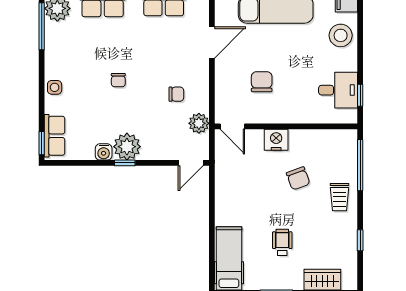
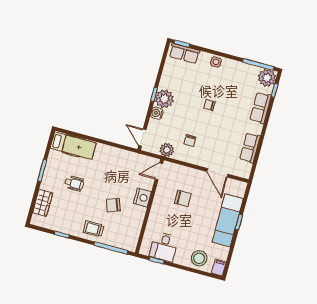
water cooler: (104, 152) -> (157, 113), moved

